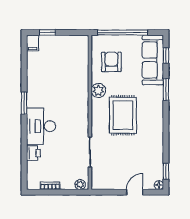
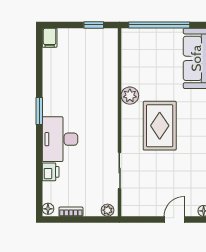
window: (47, 33) -> (94, 25), moved
armchair: (111, 62) -> (146, 61), removed
floor lamp: (31, 183) -> (48, 209), added

